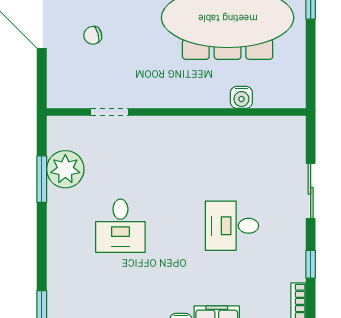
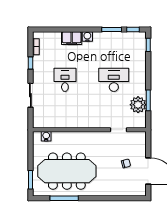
water cooler: (241, 97) -> (46, 136), moved
desk: (120, 226) -> (114, 80), width x1.37
desk: (232, 226) -> (65, 80), turned -90

